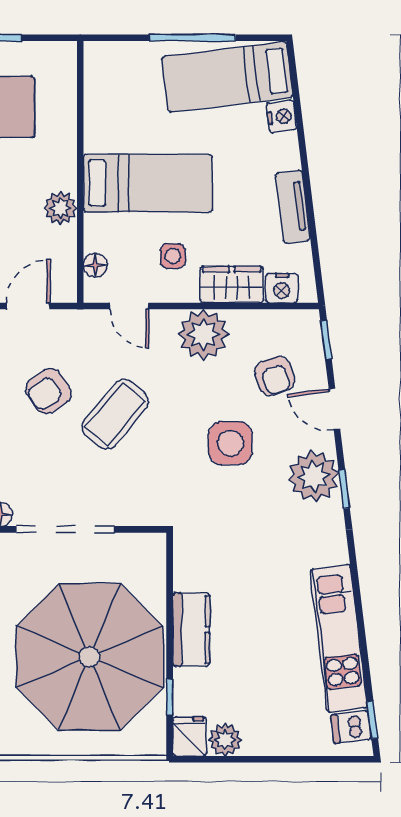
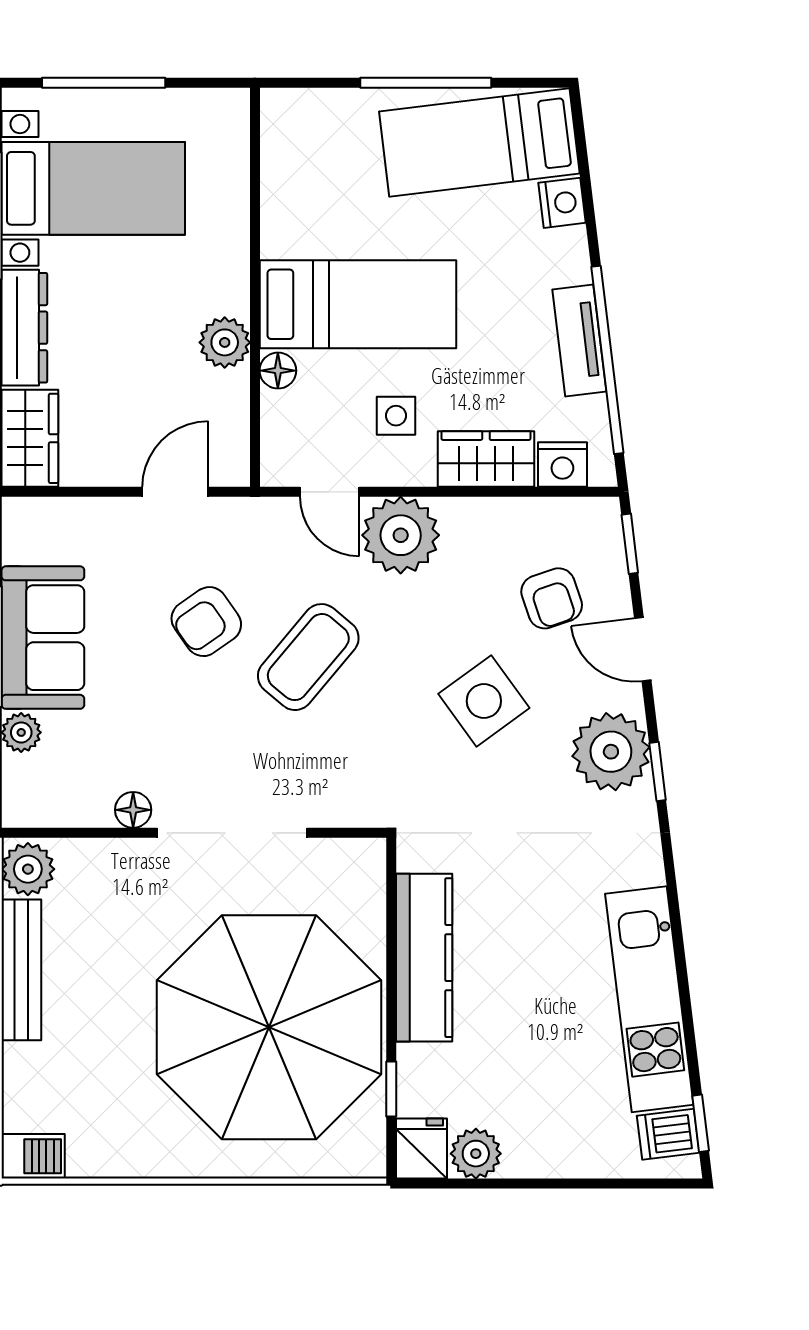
window: (311, 219) -> (607, 360), added
floor lamp: (95, 265) -> (278, 371), moved
plant: (203, 334) -> (401, 535), moved
side table: (230, 443) -> (484, 701), turned -36
kitchen counter: (191, 630) -> (424, 958), width x1.50

